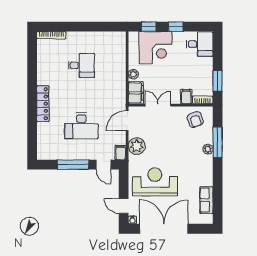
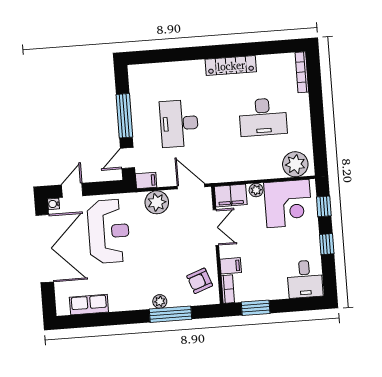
plant: (117, 45) -> (295, 164), added
corner desk: (156, 48) -> (288, 204), moved, turned -90
desk: (81, 65) -> (263, 117), width x1.37
locker: (43, 104) -> (231, 66), moved

